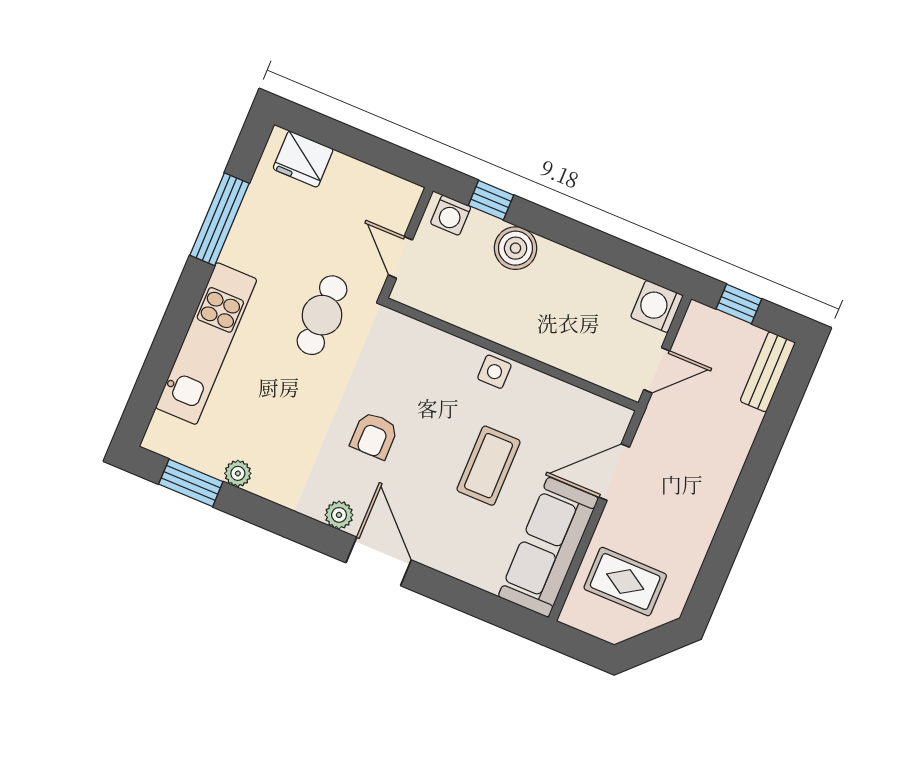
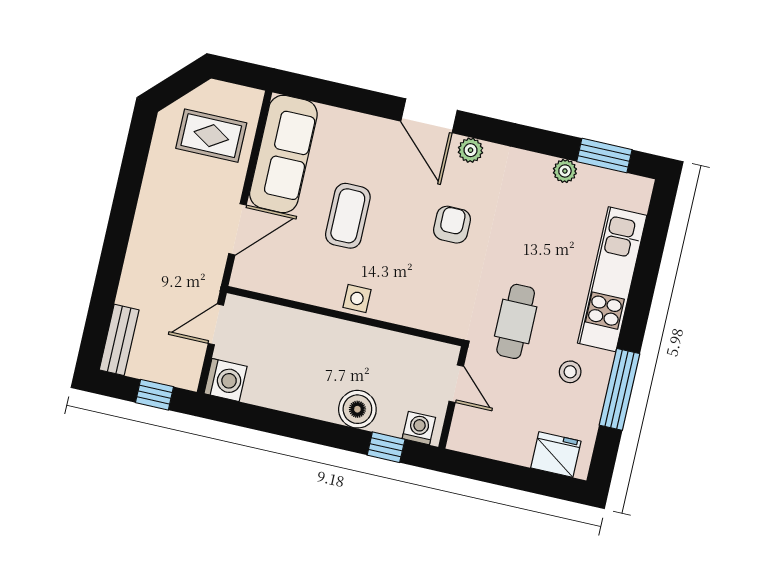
stool: (271, 248) -> (570, 372), added

